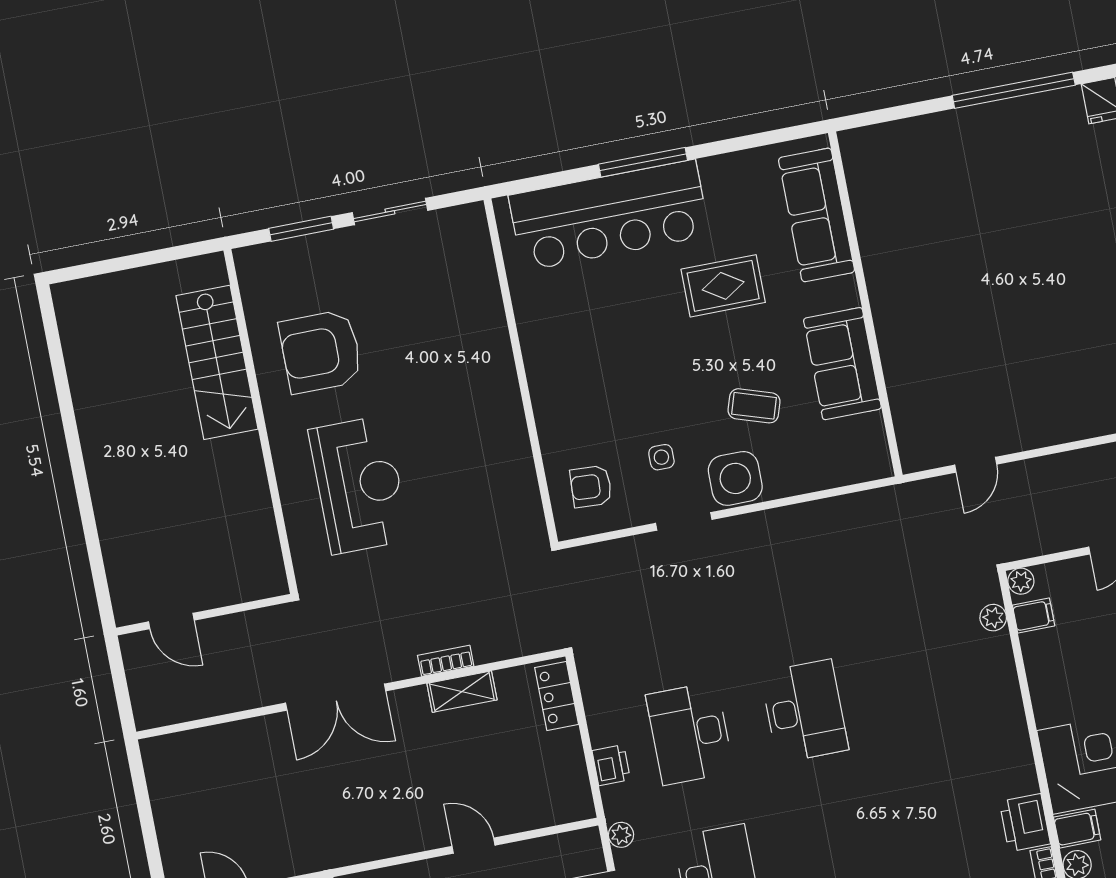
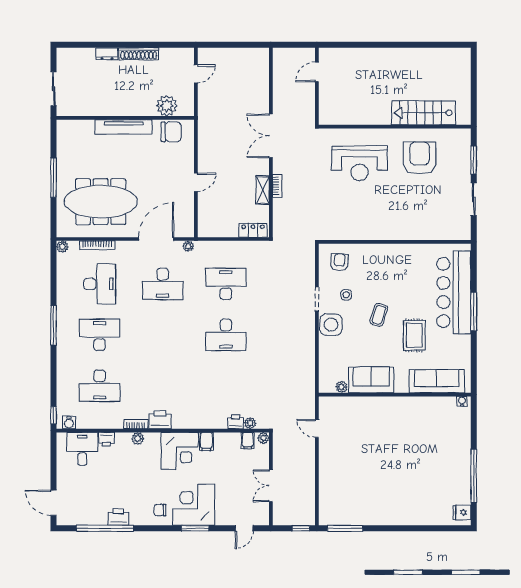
water cooler: (851, 149) -> (462, 401), added
coffee table: (754, 406) -> (379, 315), moved
plant: (871, 427) -> (341, 387), added
printer: (611, 765) -> (235, 422), moved, turned 180
filing cabinet: (1077, 829) -> (206, 442), moved

